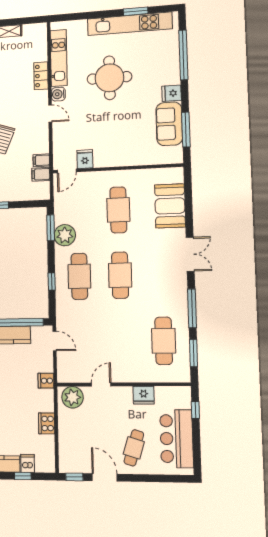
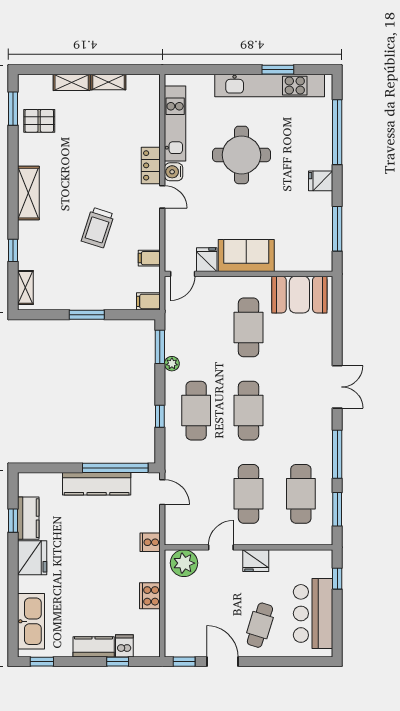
locker: (41, 76) -> (151, 165), moved
sofa: (169, 124) -> (246, 256), moved, turned 90
filing cabinet: (41, 174) -> (148, 301), moved
booth: (170, 206) -> (299, 295), moved, turned 90
plant: (65, 235) -> (172, 364), width x0.53, depth x0.53
cafe table: (122, 341) -> (249, 494), added
fridge: (144, 395) -> (256, 561), moved

